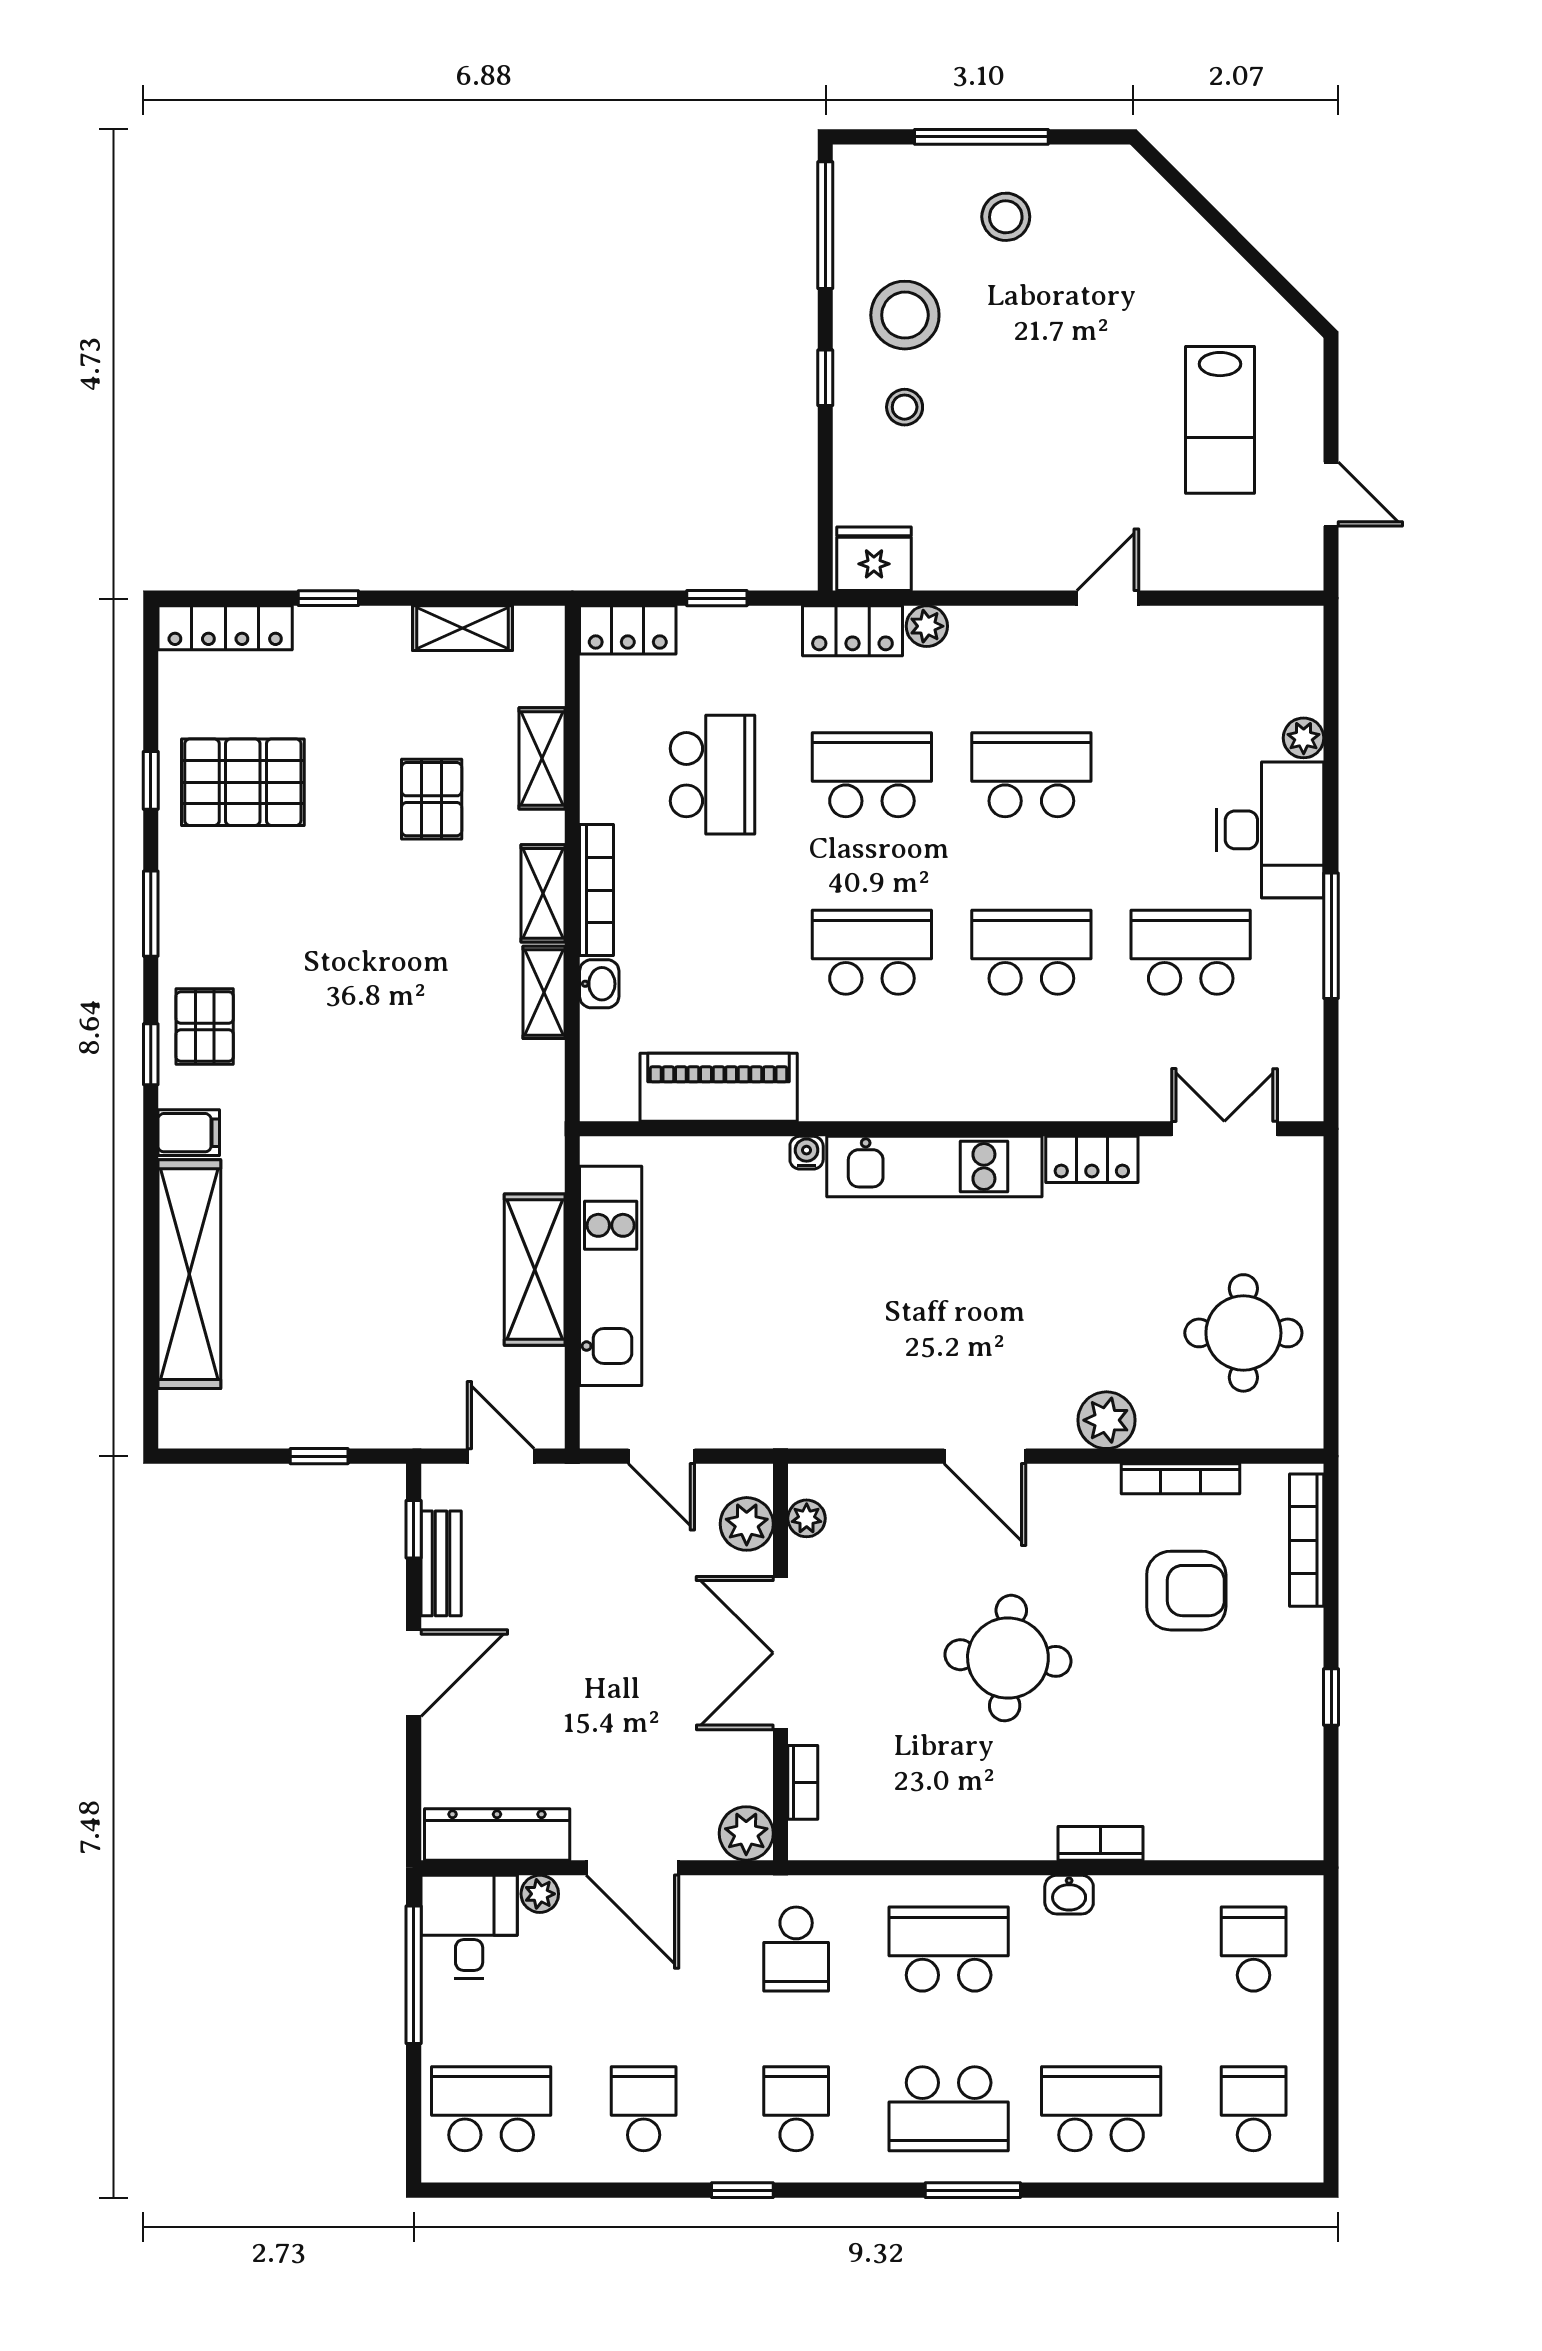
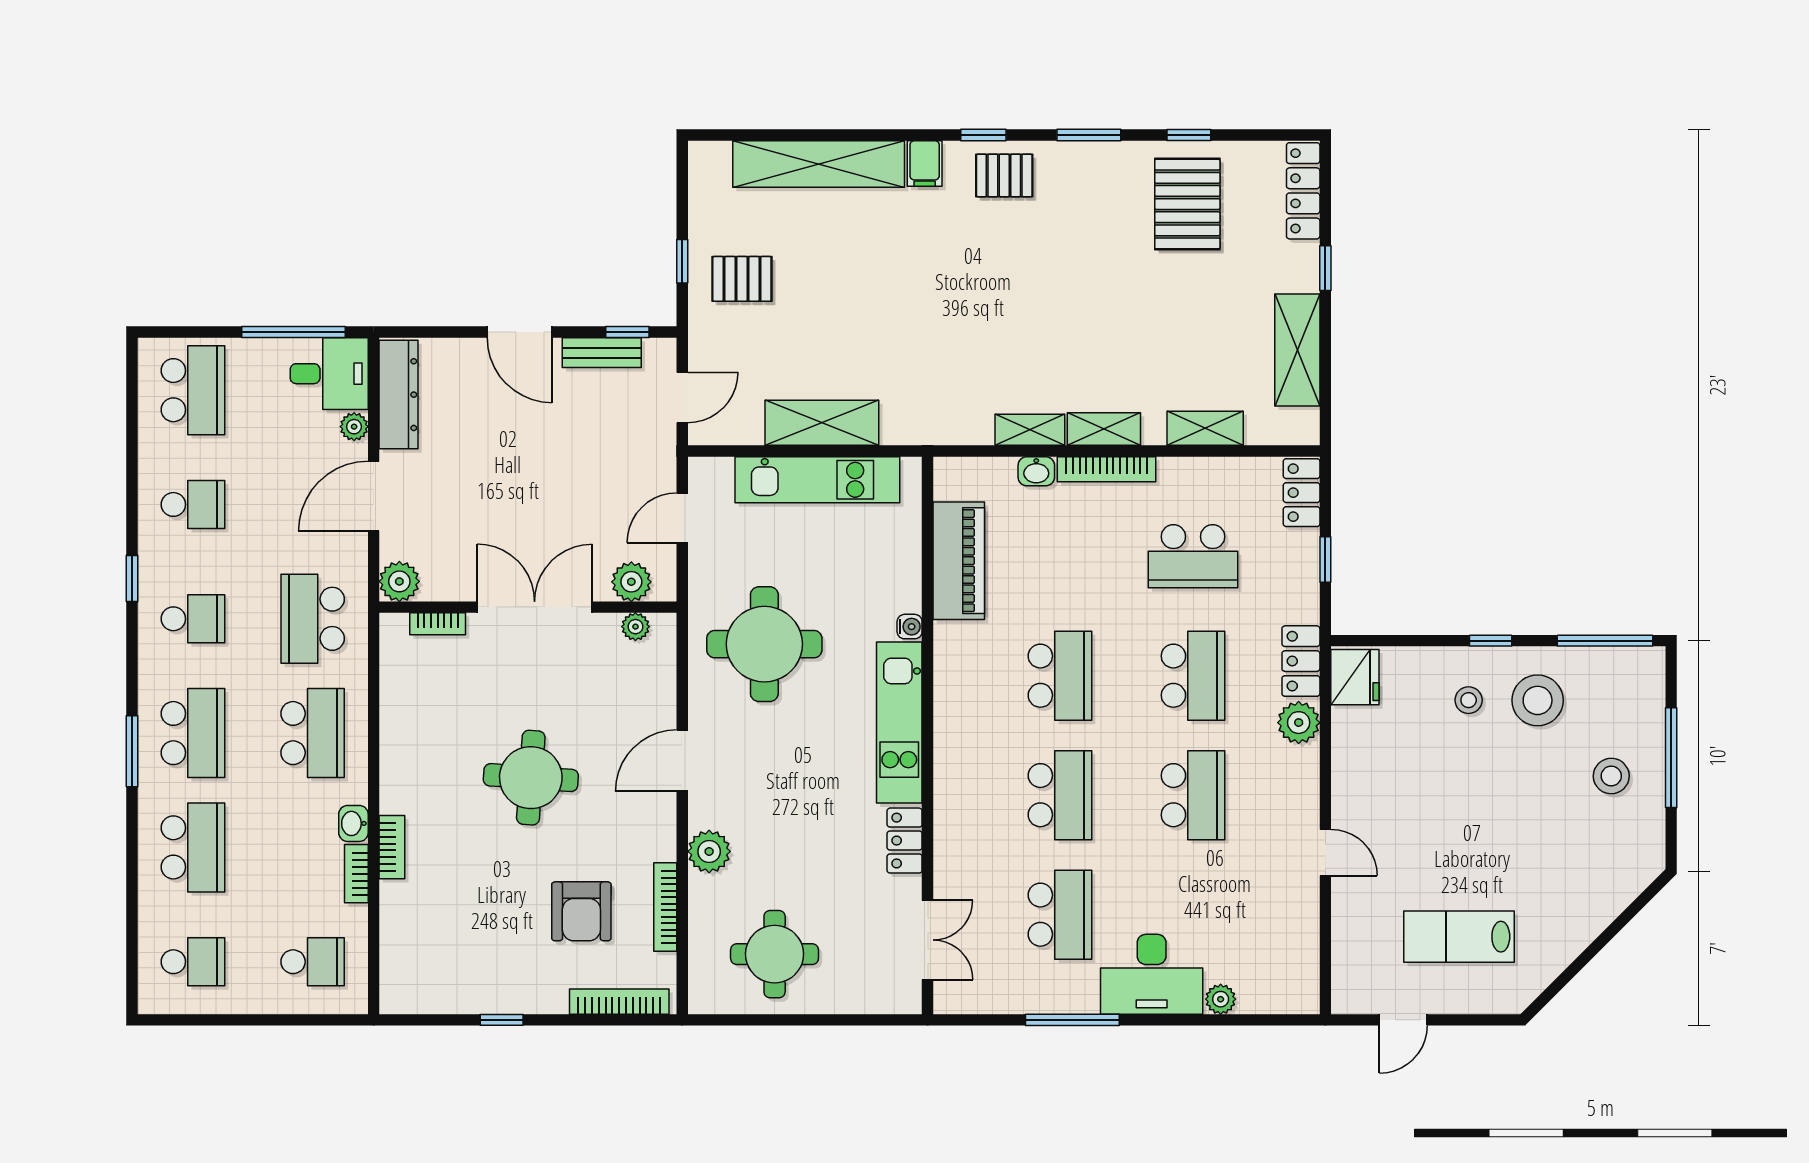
plant: (927, 626) -> (1299, 723), width x1.38, depth x1.38
shelving: (463, 628) -> (1297, 350), width x1.50, depth x1.33
pallet: (432, 799) -> (742, 279), moved
round table: (830, 1347) -> (764, 644), added
bookcase: (1136, 1891) -> (356, 874), added
school desk: (796, 1949) -> (313, 619), width x1.85
school desk: (949, 2109) -> (193, 733), turned 180

